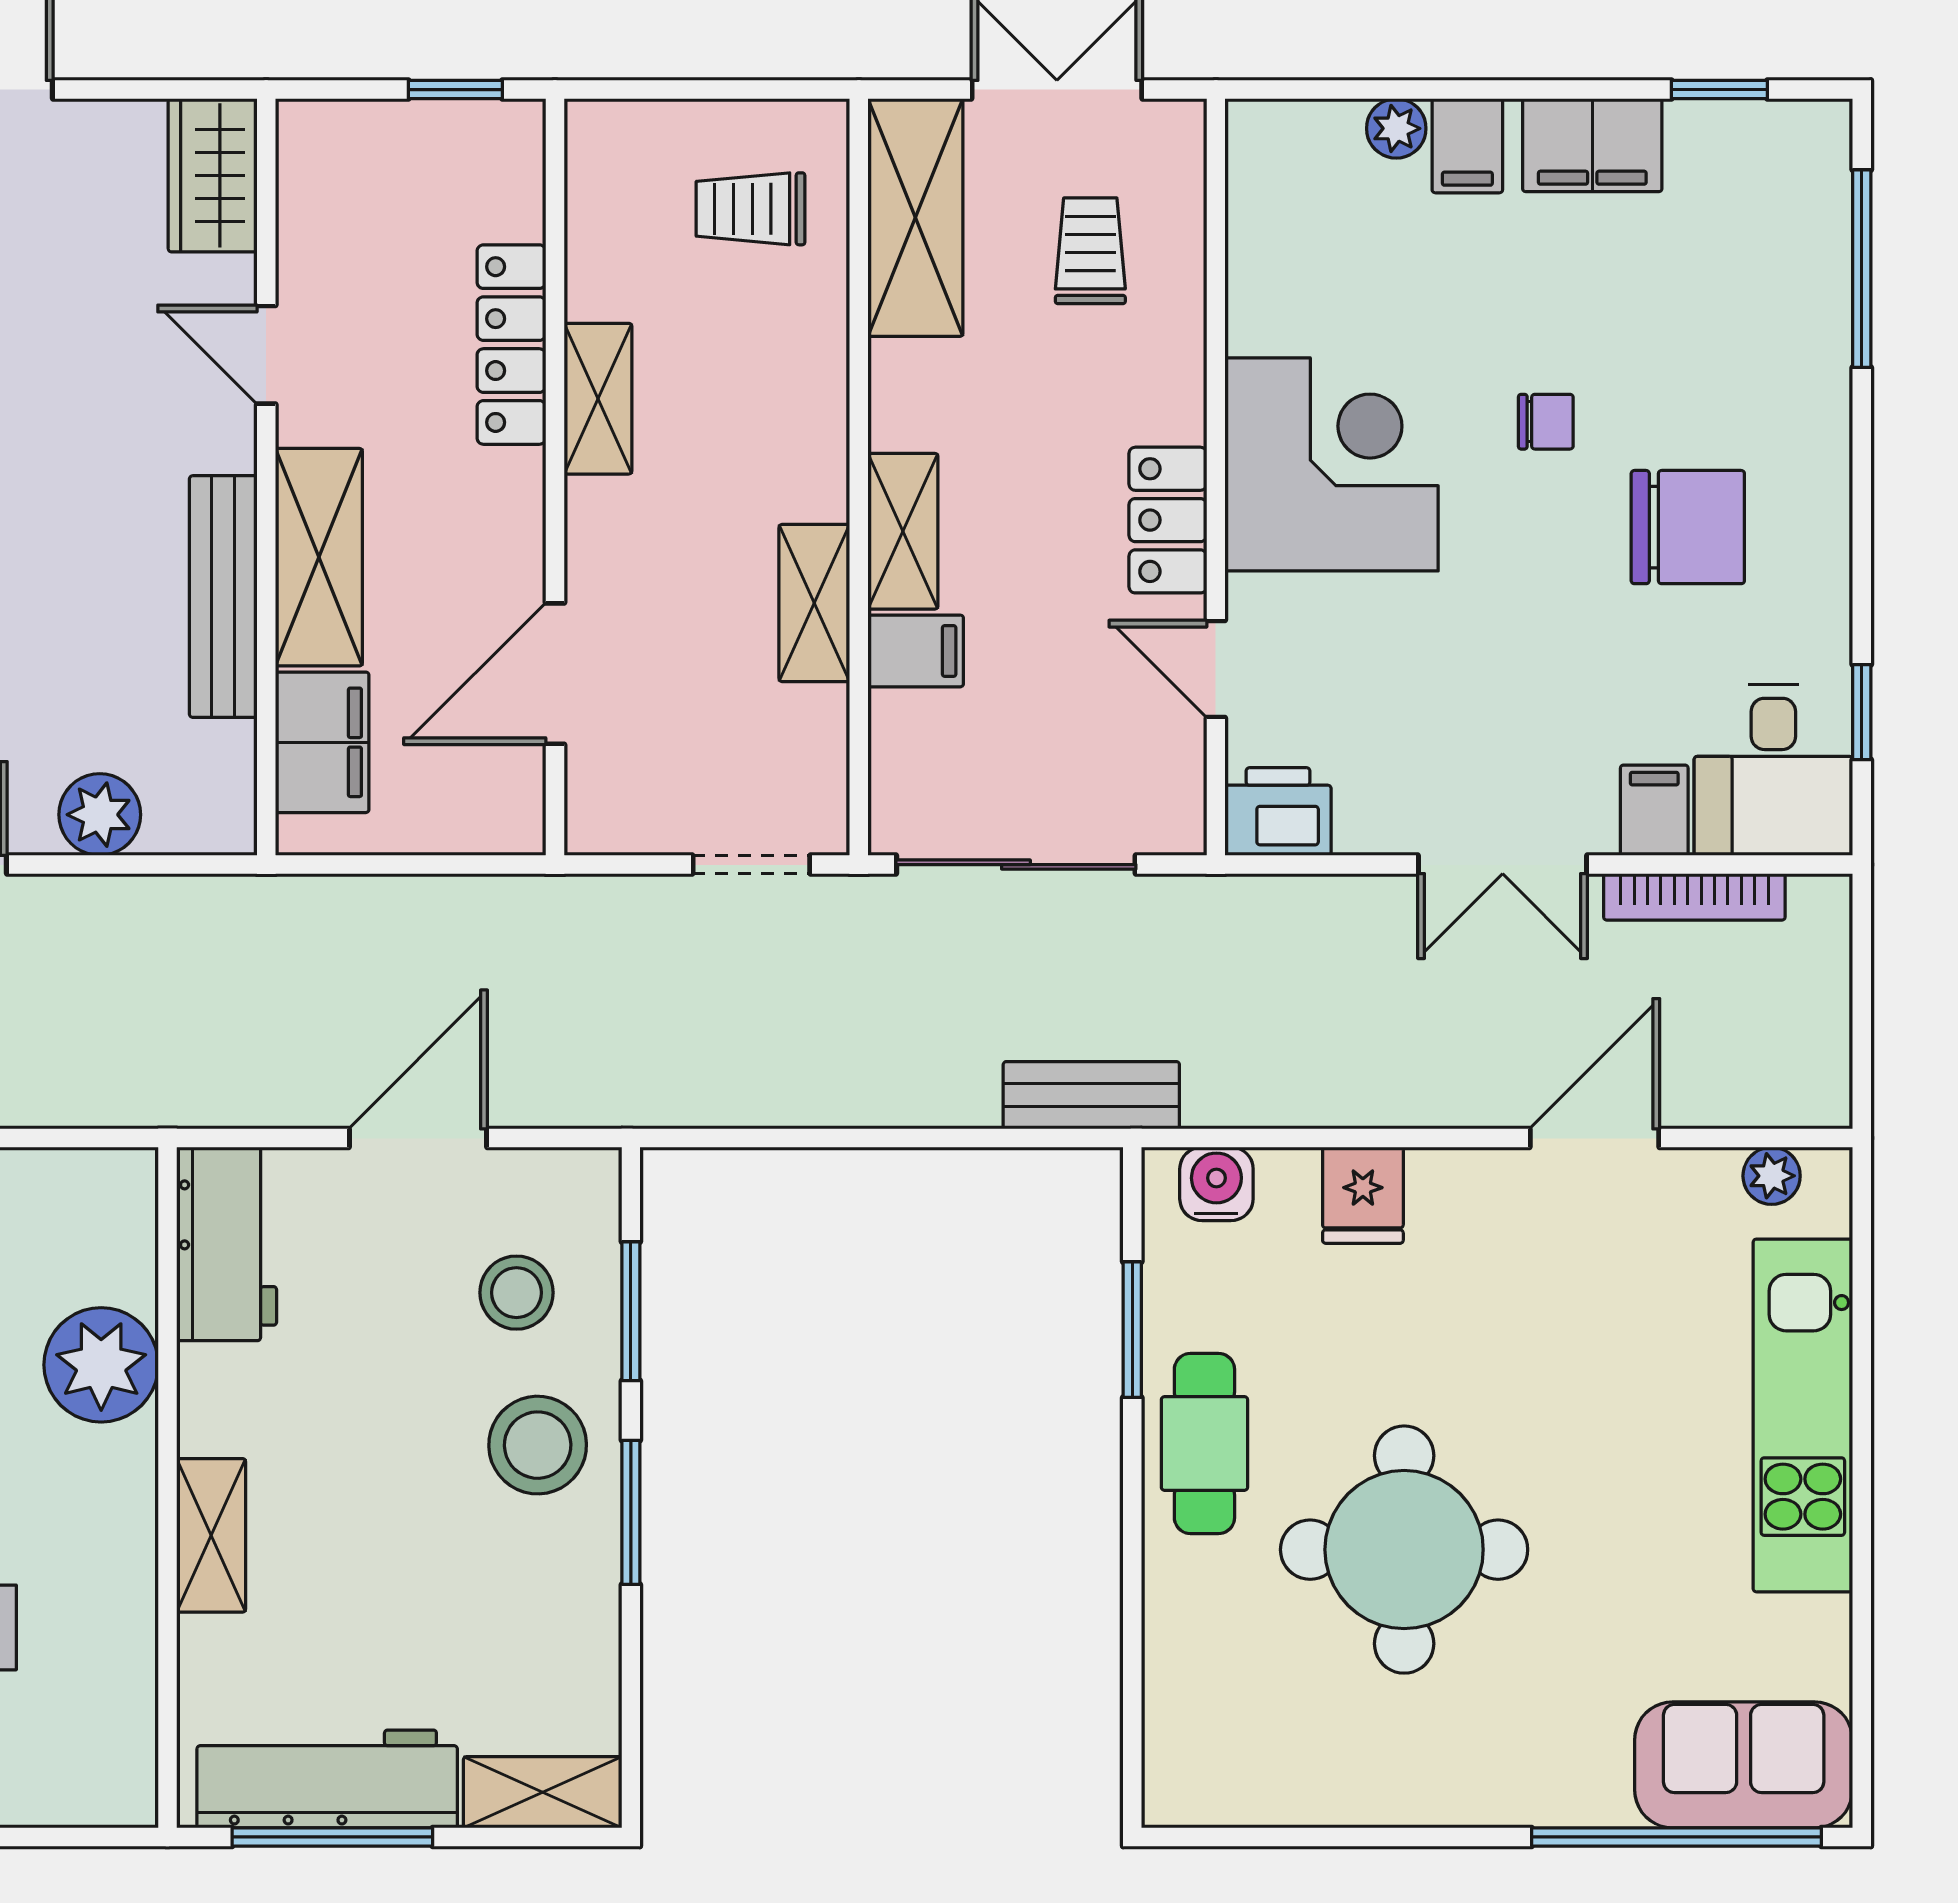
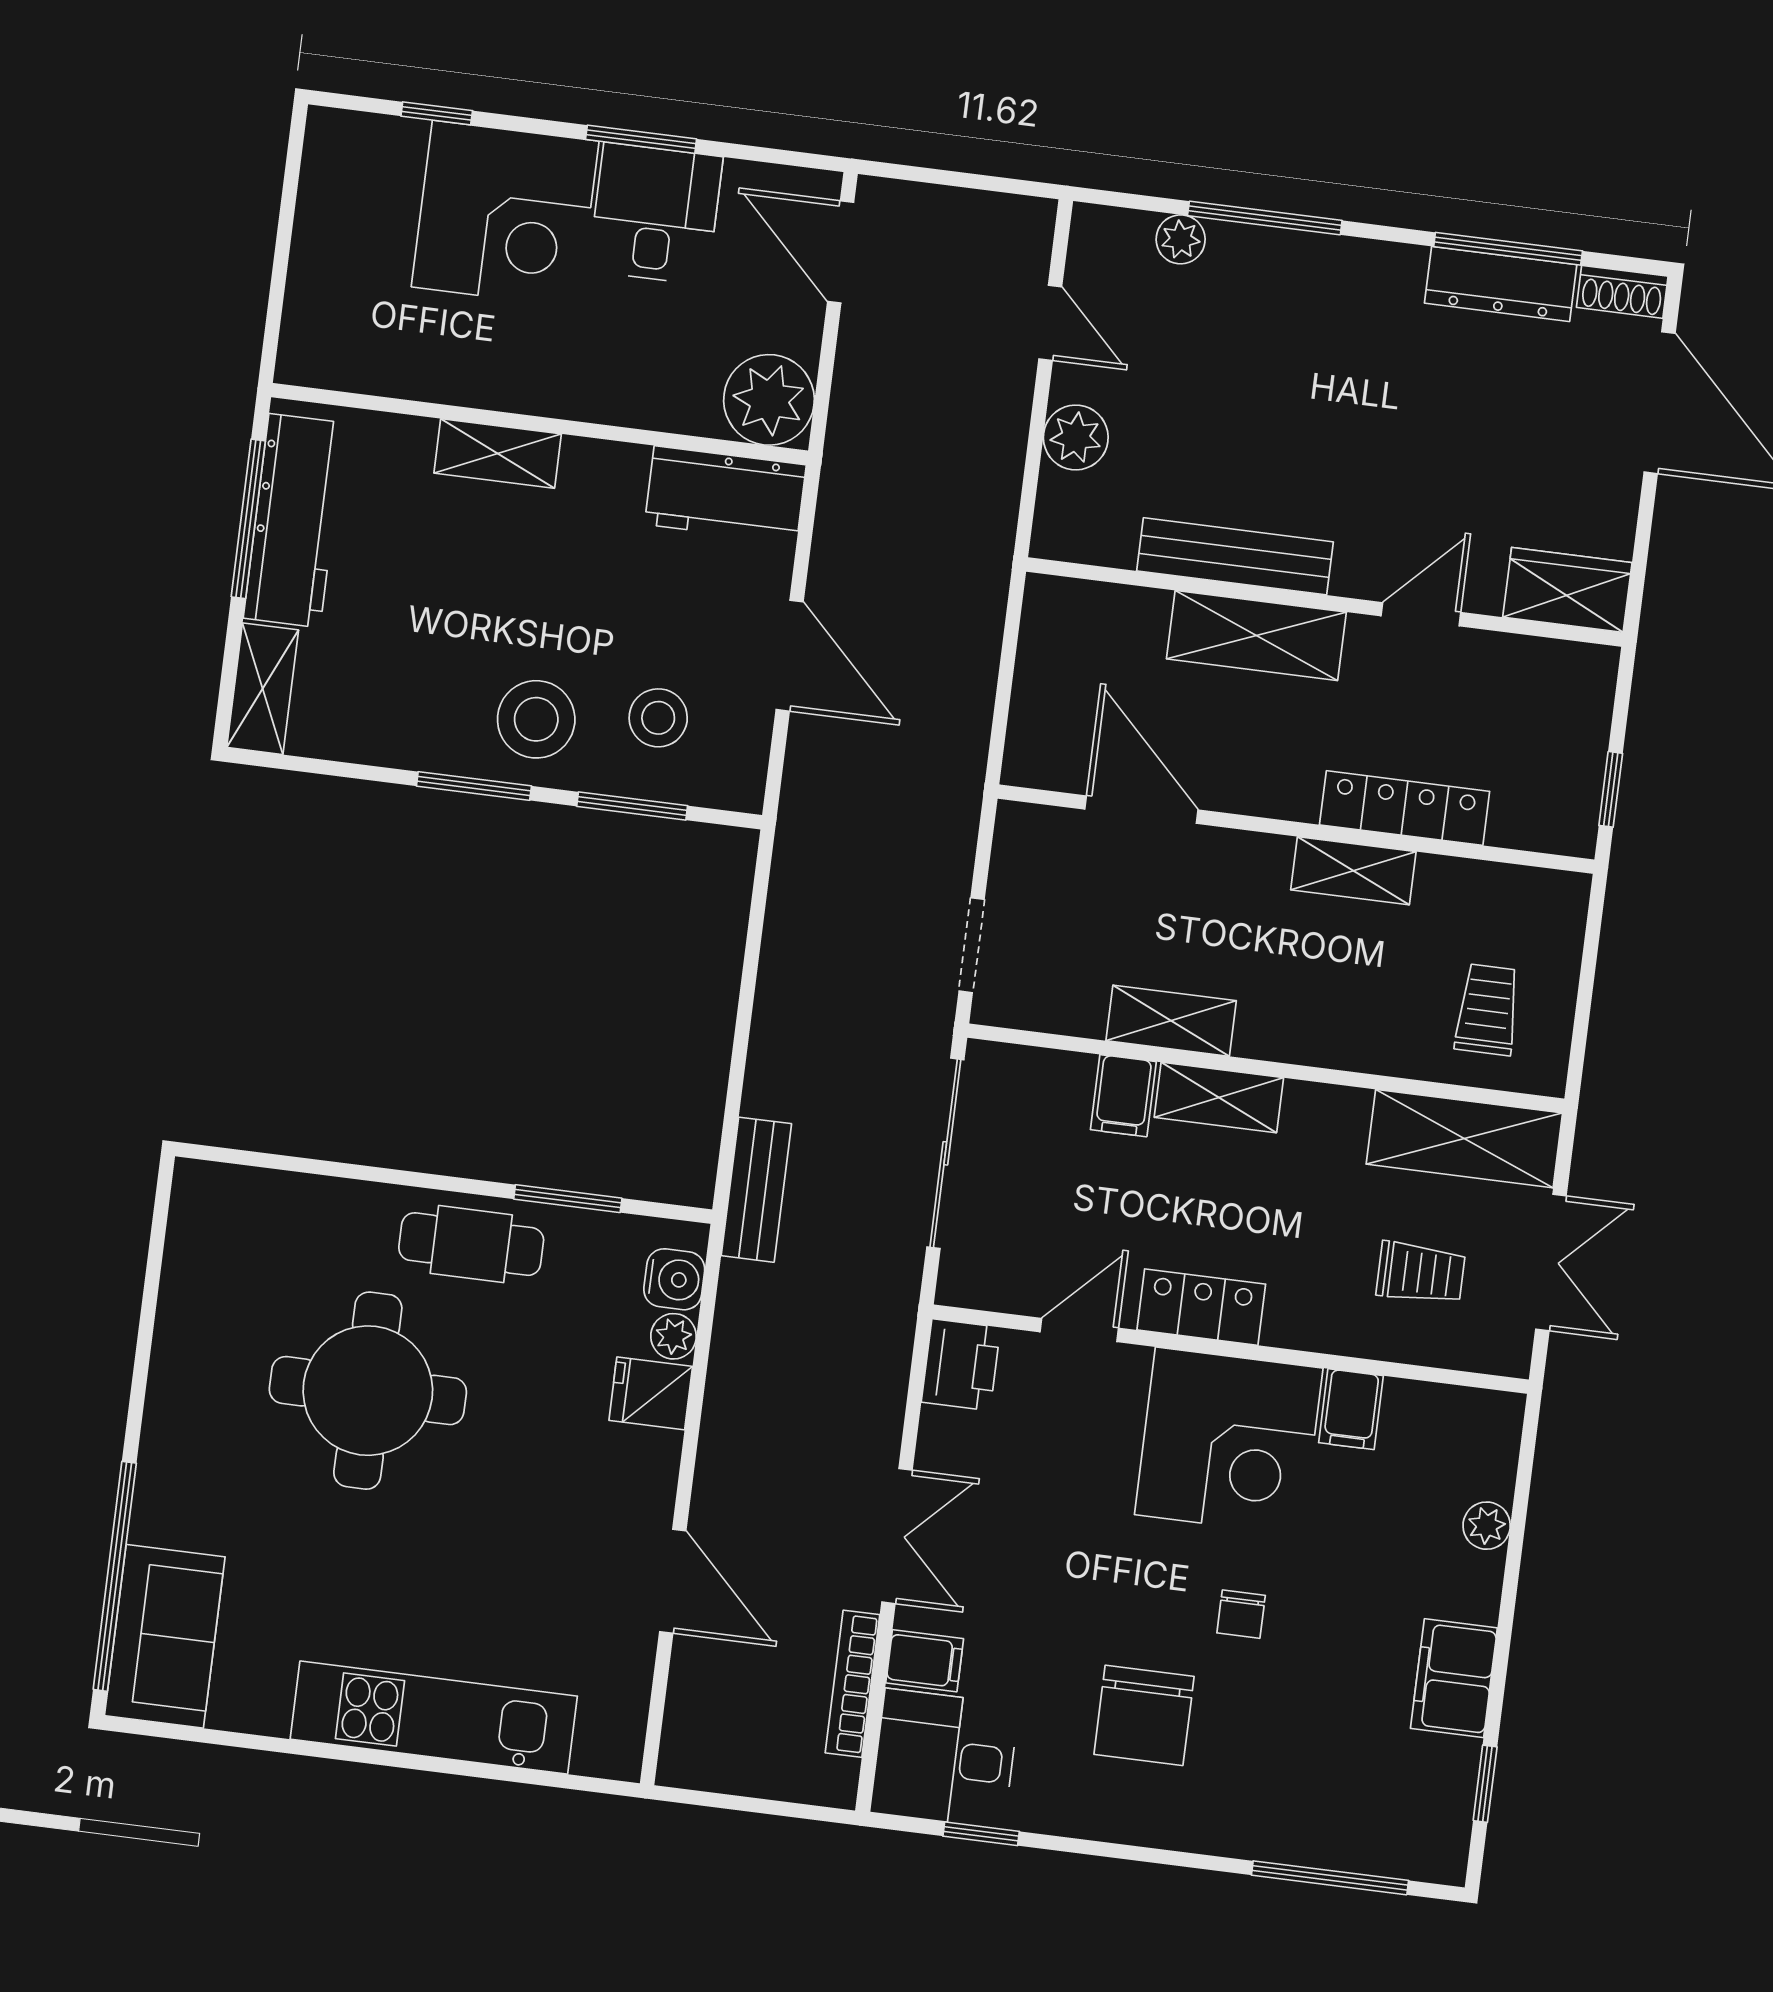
filing cabinet: (1467, 146) -> (1351, 1409), moved, turned -90
filing cabinet: (322, 742) -> (1110, 620), removed
double door: (1503, 865) -> (897, 1536), swing flipped
plant: (1772, 1176) -> (673, 1336), moved
plant: (101, 1365) -> (769, 400), moved

